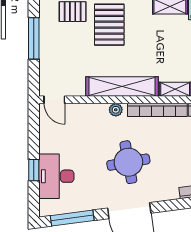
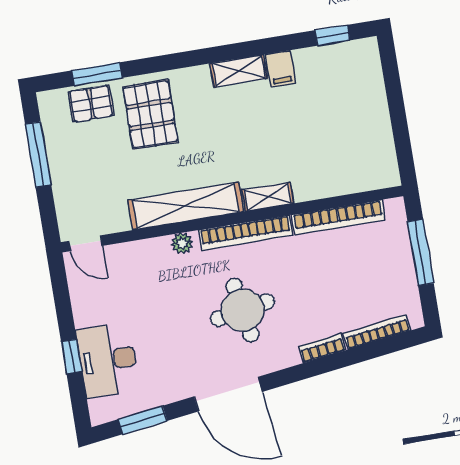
round table: (128, 162) -> (243, 310), moved
window: (72, 218) -> (143, 420), width x0.69

